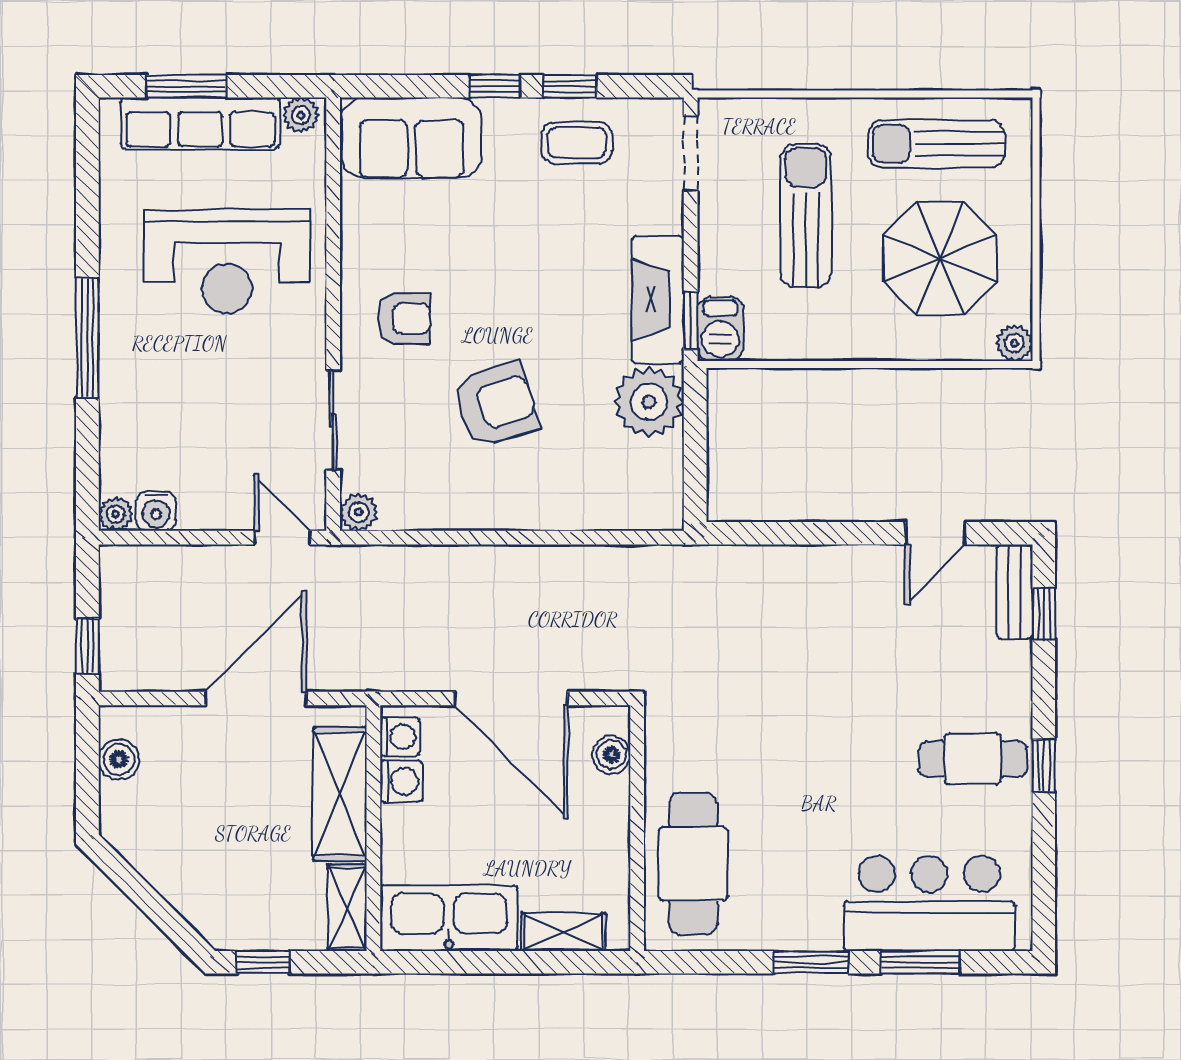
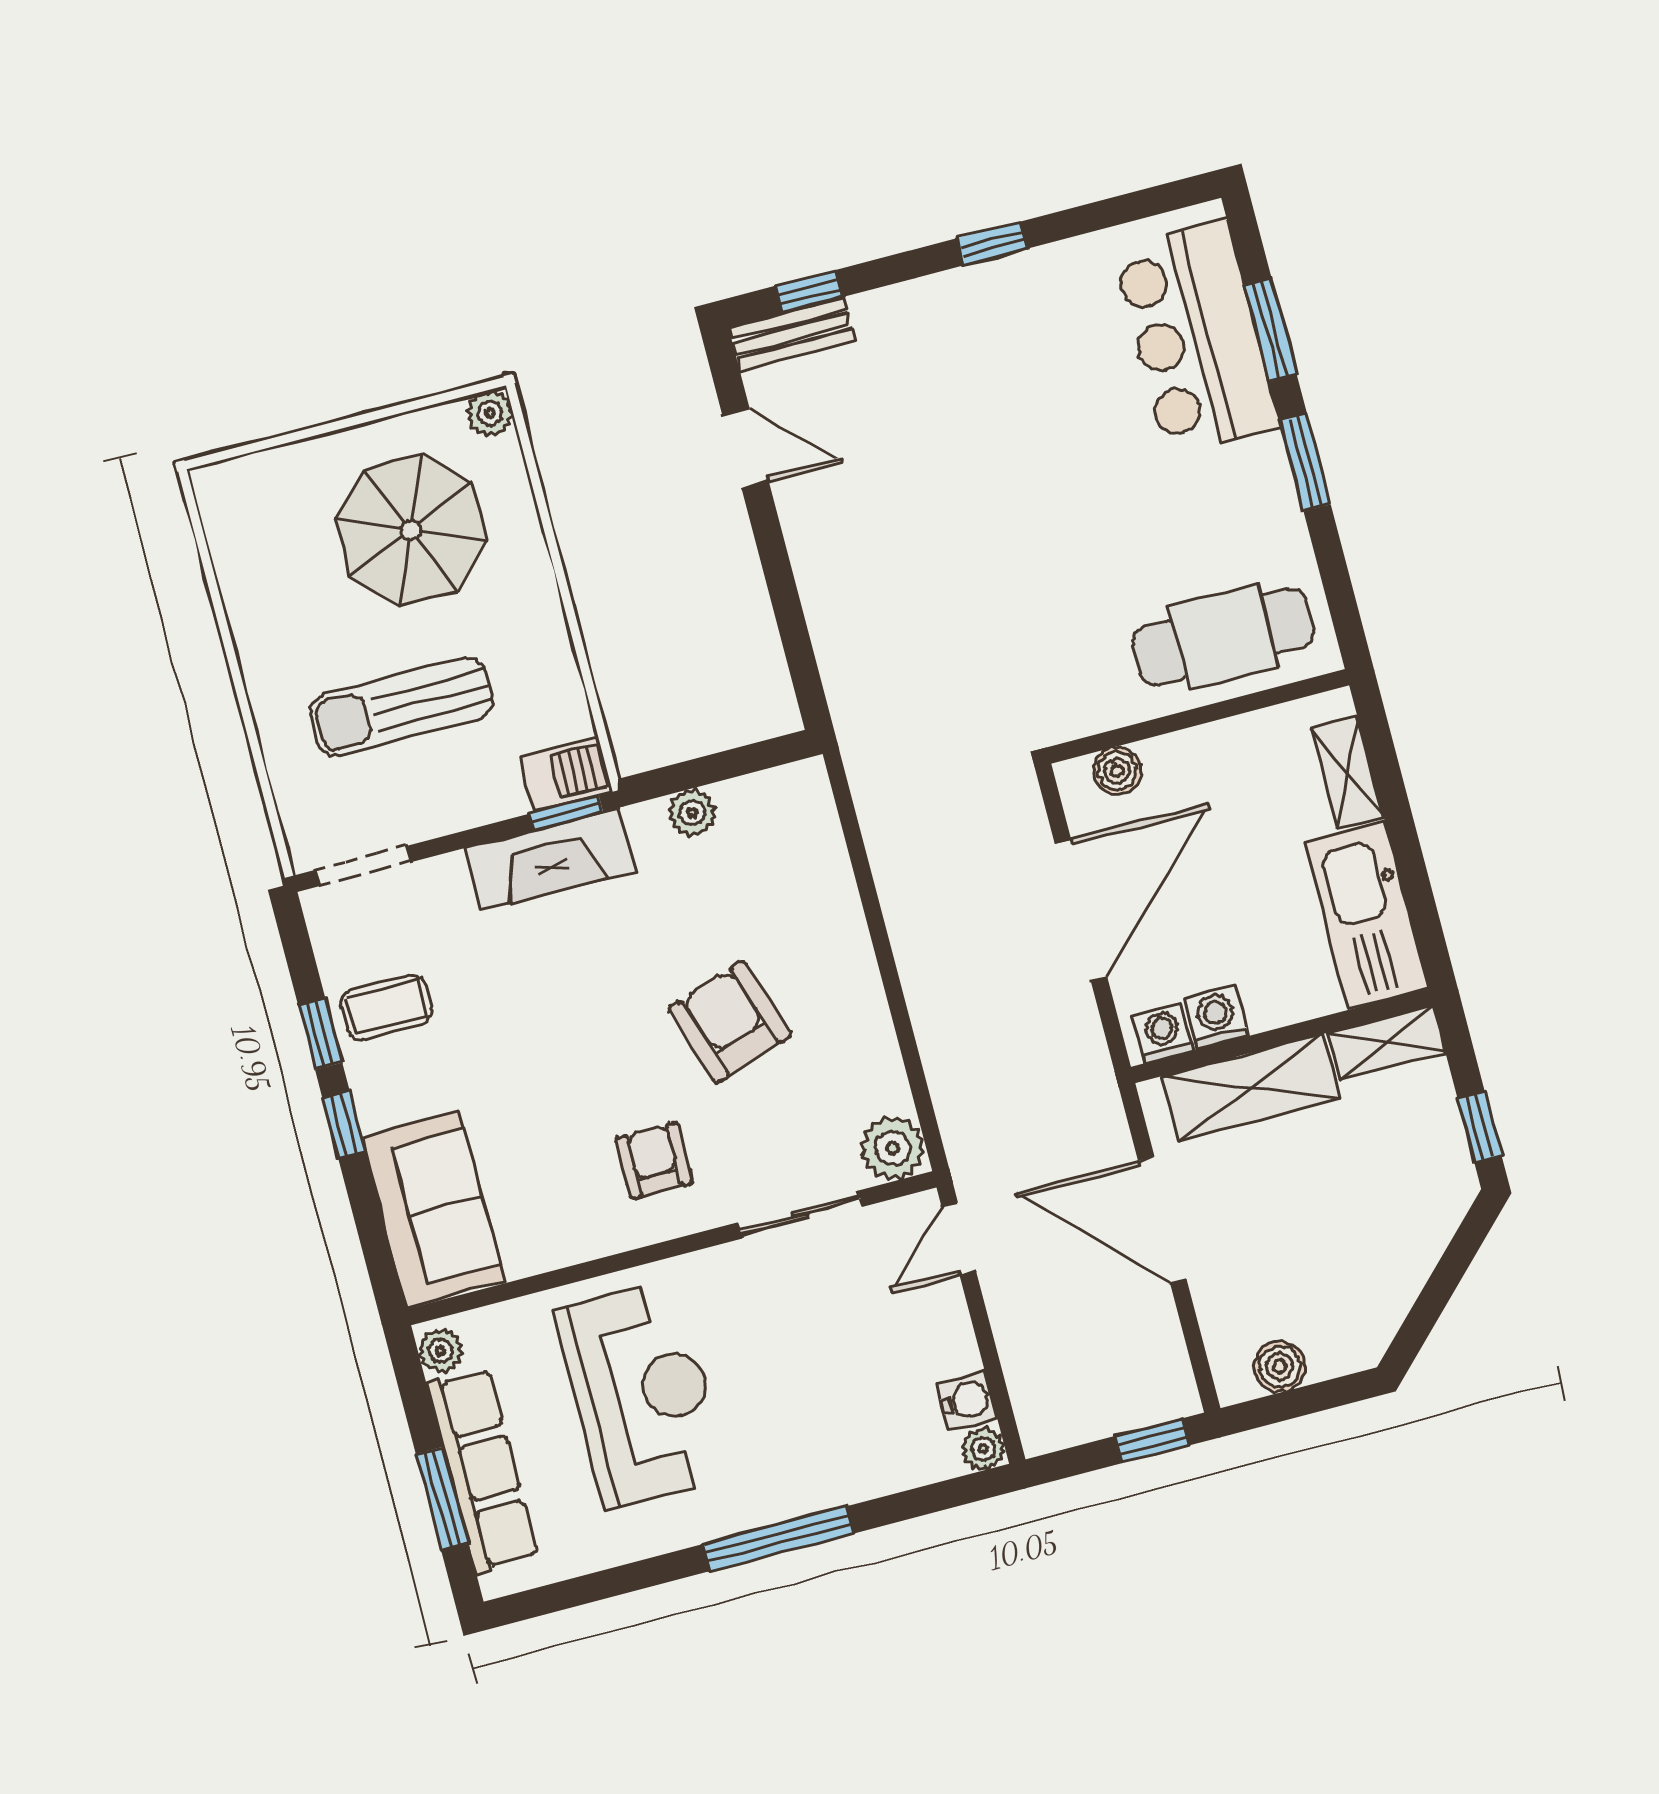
coffee table: (577, 143) -> (386, 1008), turned 90
sun lounger: (937, 144) -> (273, 571), removed
plant: (649, 402) -> (692, 813), width x0.53, depth x0.53
plant: (359, 512) -> (893, 1148), width x1.38, depth x1.38
cafe table: (973, 759) -> (1007, 331), removed

